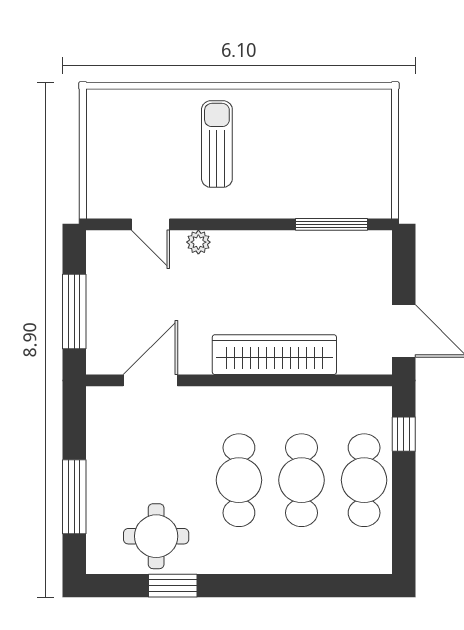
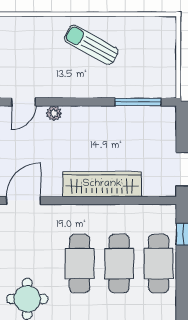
sun lounger: (217, 144) -> (91, 45), moved, turned -61
door: (150, 224) -> (24, 102), hinge flipped

